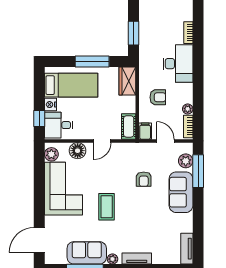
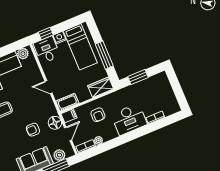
floor lamp: (78, 151) -> (55, 123), moved

